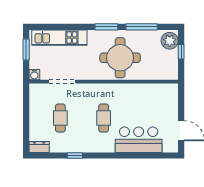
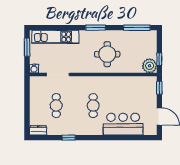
window: (142, 27) -> (137, 28), moved
plant: (170, 41) -> (150, 66), moved
window: (181, 52) -> (159, 59), moved
round table: (120, 58) -> (107, 54), width x0.73, depth x0.73
window: (181, 97) -> (159, 88), added

